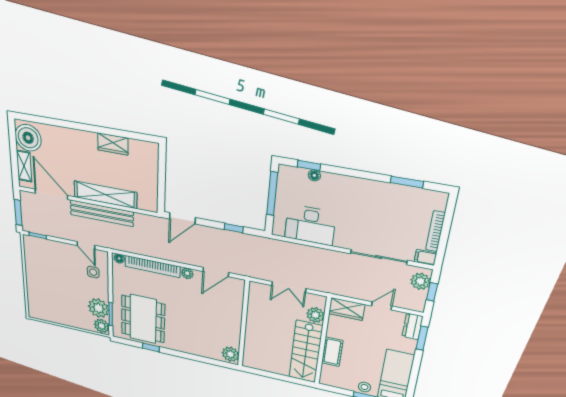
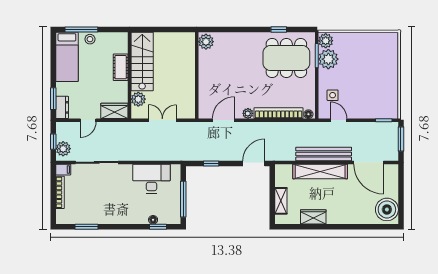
shelving: (24, 166) -> (281, 201), moved
dining table: (143, 319) -> (286, 58), turned 90

